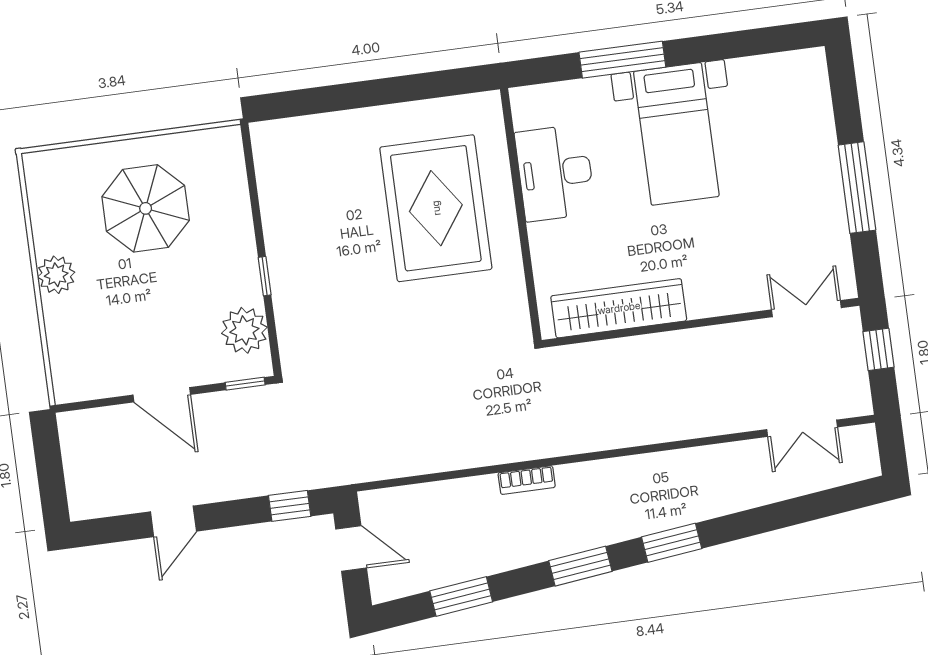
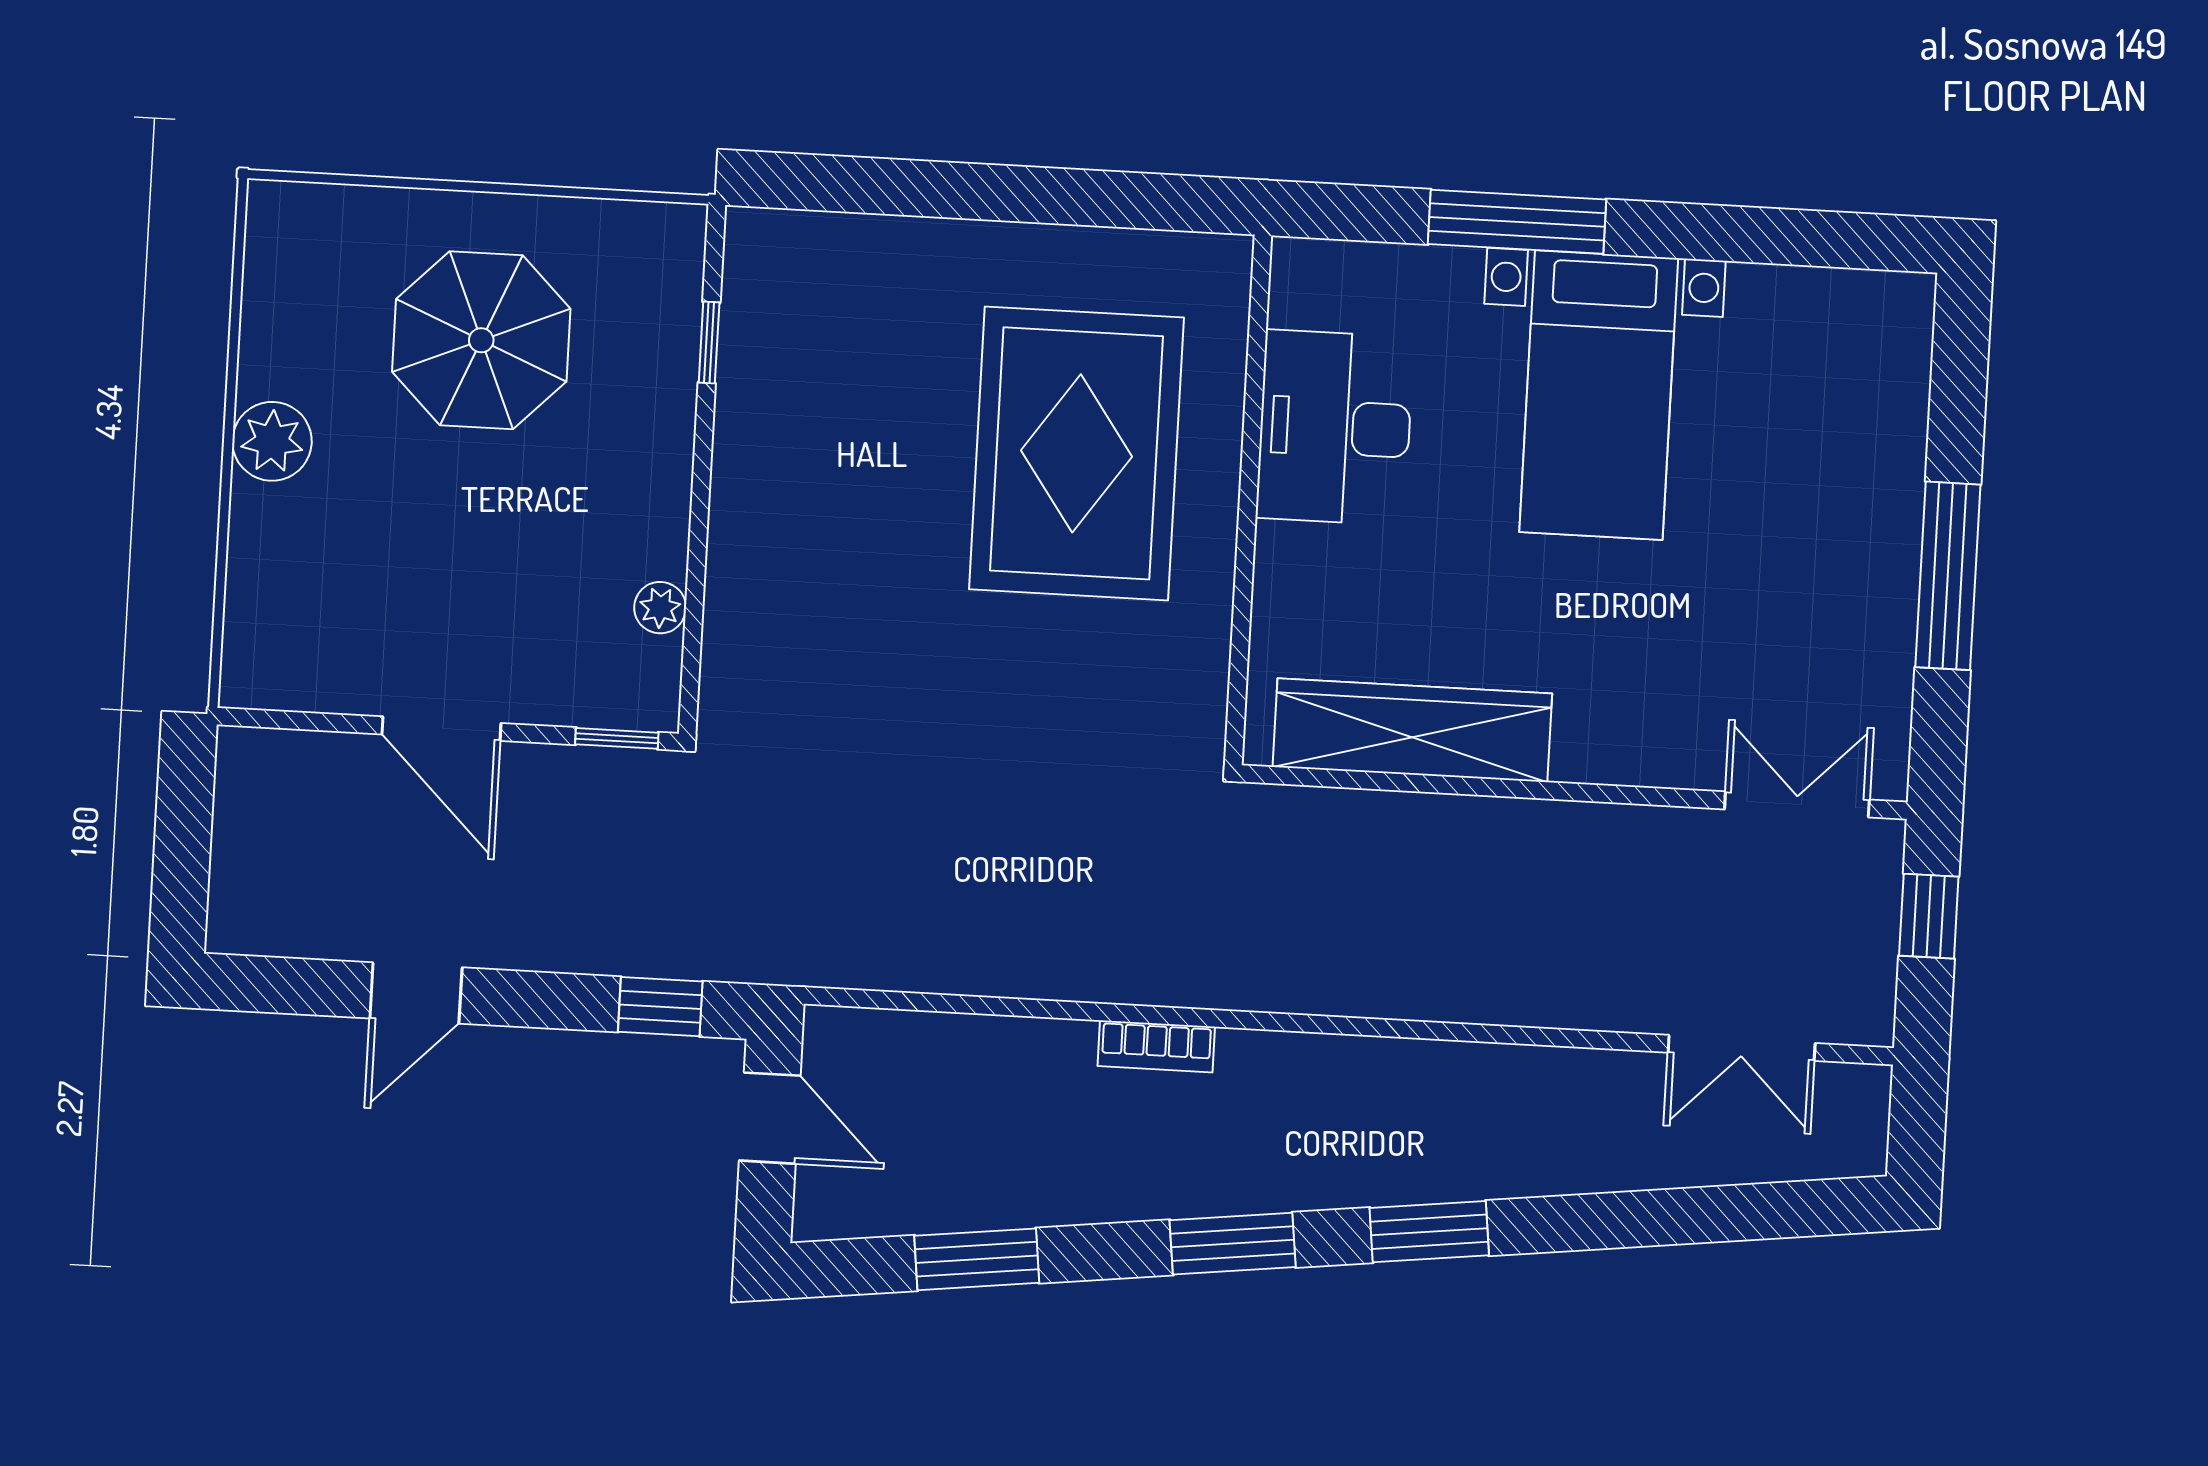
window: (265, 276) -> (709, 343), moved
plant: (244, 330) -> (660, 608), width x0.53, depth x0.53

